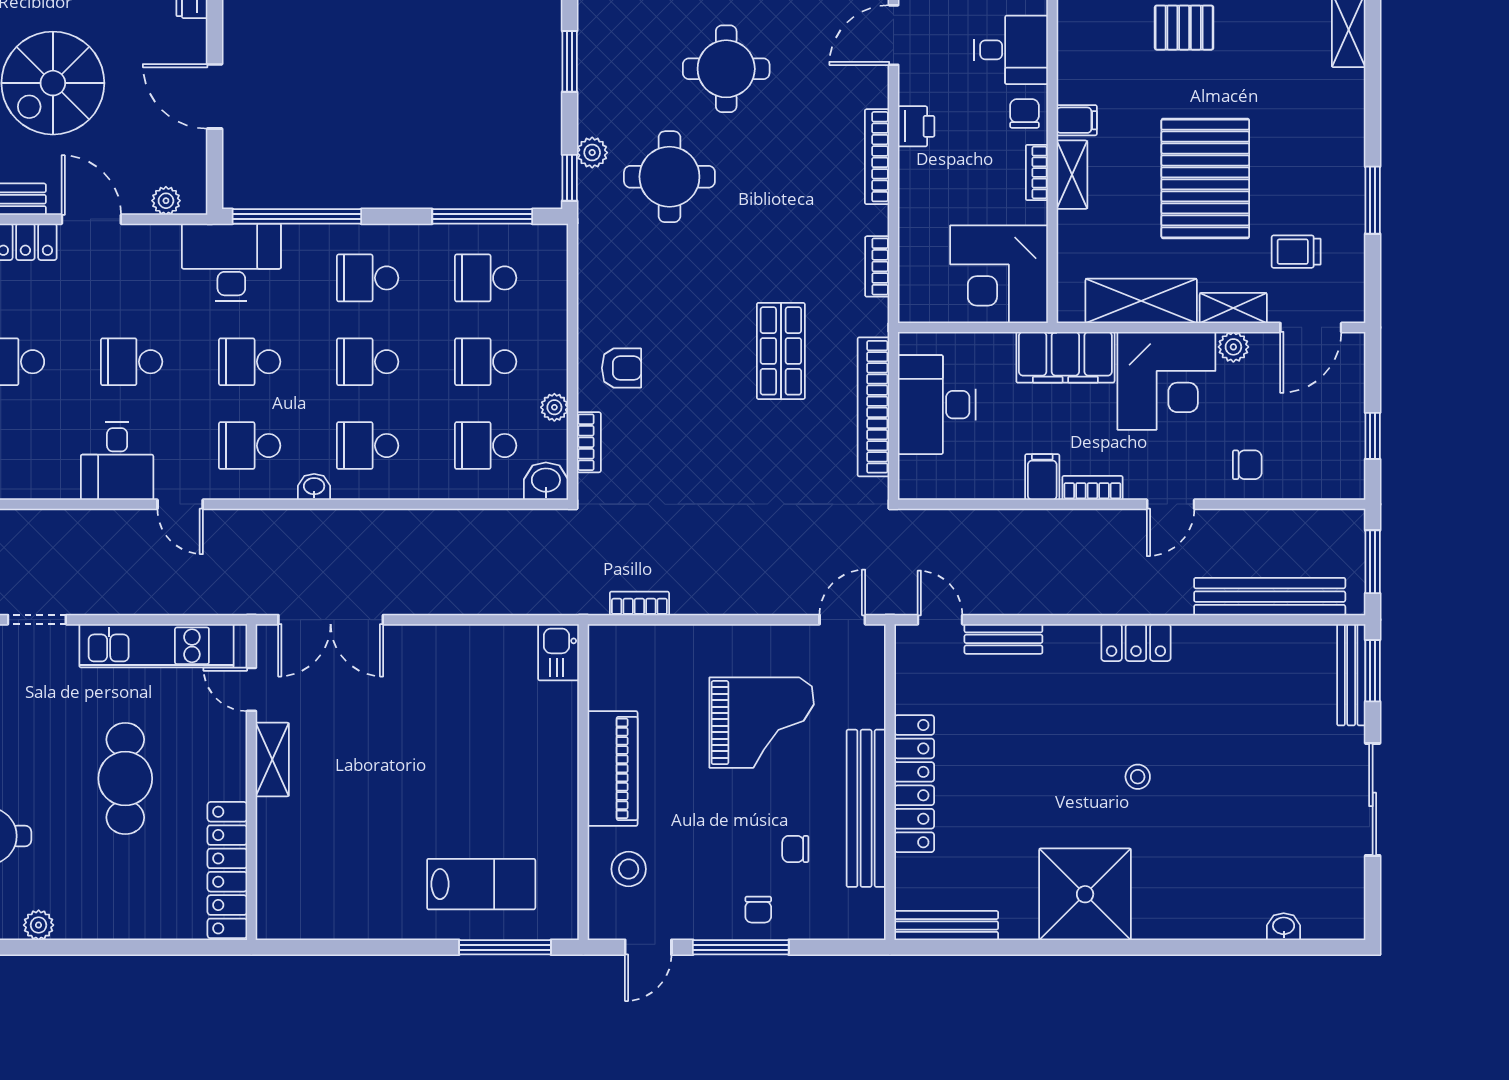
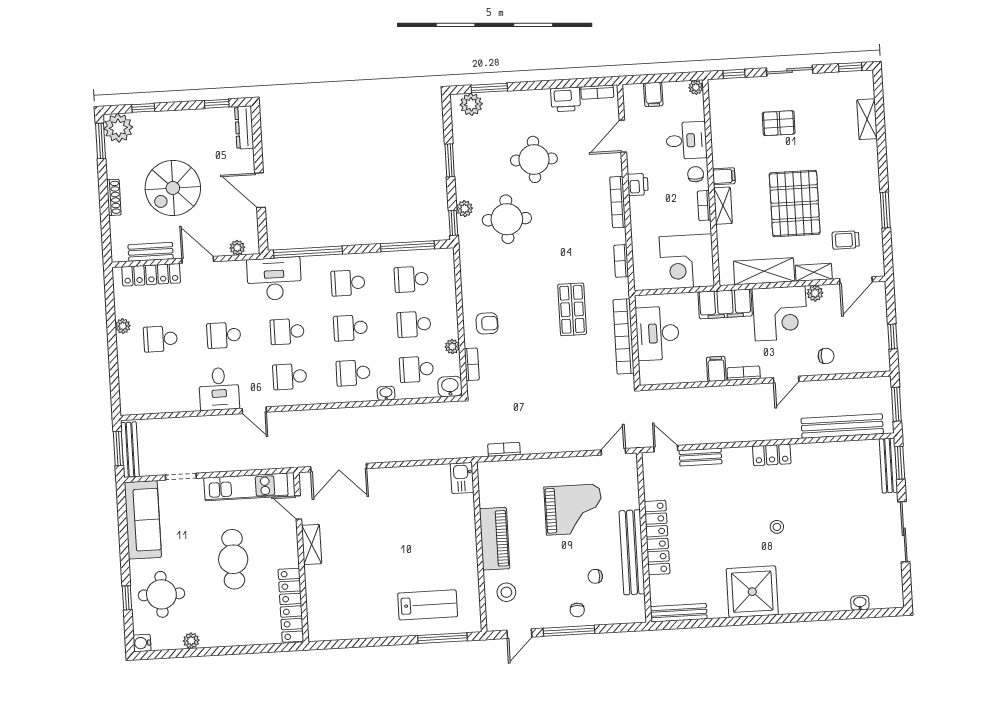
washbasin: (314, 487) -> (386, 393), moved

